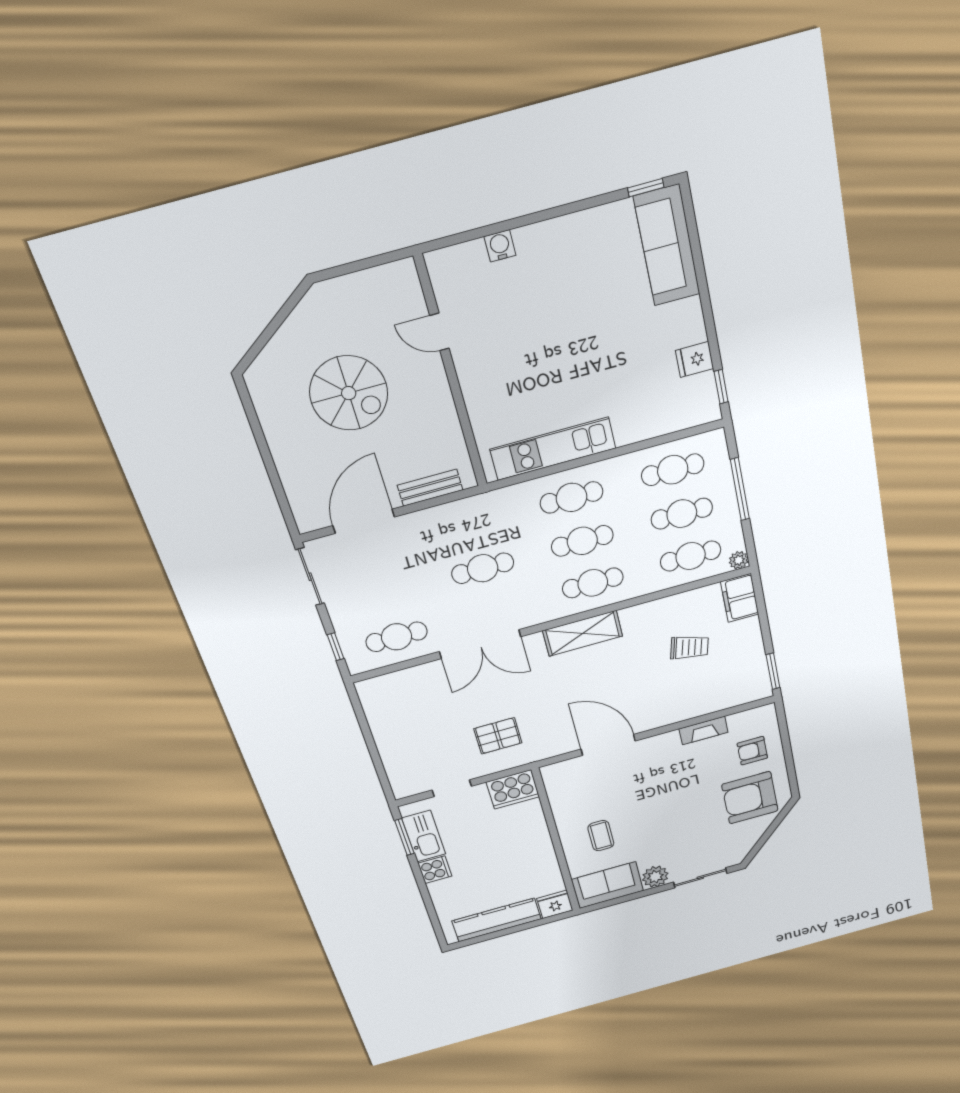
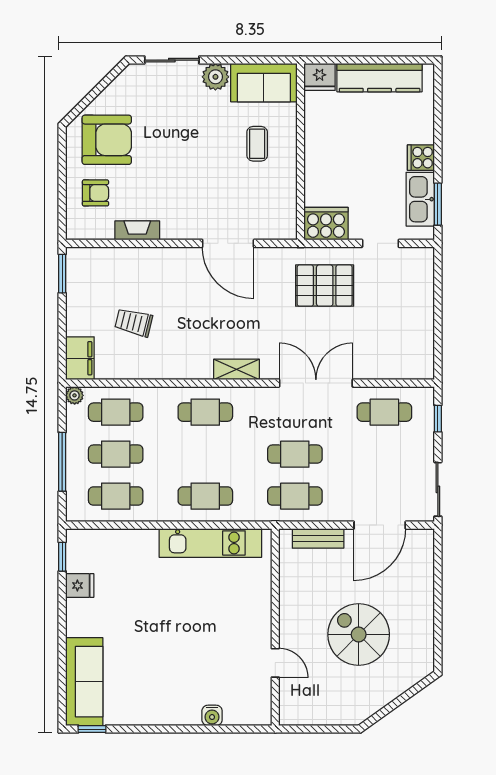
cafe table: (582, 541) -> (295, 496), moved
shelving: (583, 633) -> (236, 369), width x0.67, depth x0.75
pallet: (498, 736) -> (325, 286), width x1.50, depth x1.42

